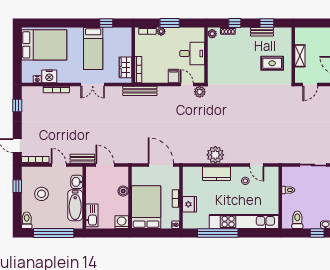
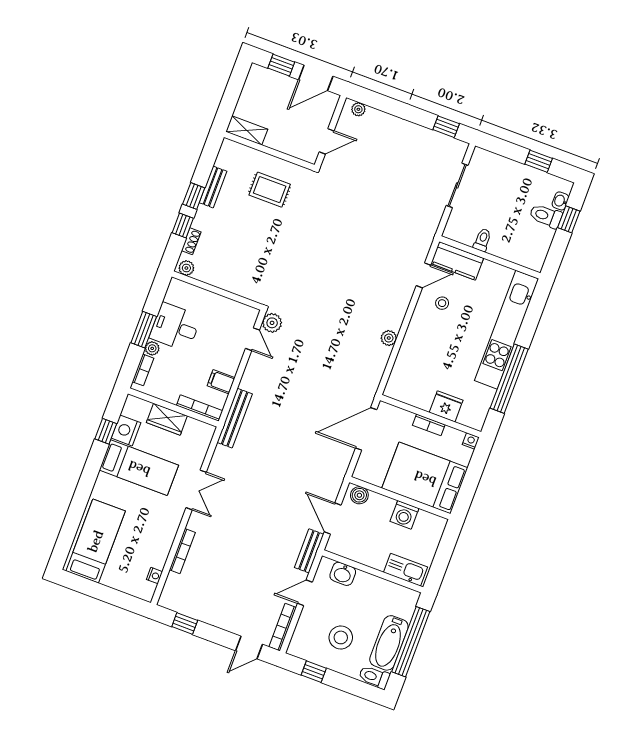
window: (267, 23) -> (194, 196), moved
bed: (44, 45) -> (96, 541), width x0.67
desk: (192, 54) -> (175, 327), moved, turned -90
shelving: (300, 56) -> (247, 130), moved
rug: (272, 63) -> (270, 190), turned 90
wardrobe: (125, 67) -> (167, 419), moved
nightstand: (49, 76) -> (126, 430), moved, turned 180
filing cabinet: (174, 76) -> (221, 382), moved
door: (187, 84) -> (253, 339), swing flipped
door: (310, 84) -> (327, 141), hinge flipped
plant: (215, 155) -> (389, 338), width x0.53, depth x0.53
door: (105, 165) -> (333, 519), hinge flipped
kitchen counter: (217, 174) -> (457, 261), moved, turned 90
boiler: (123, 191) -> (359, 495), moved
bathtub: (75, 205) -> (389, 643), moved, turned 90
toilet: (297, 220) -> (546, 216), moved
washing machine: (122, 222) -> (404, 515), moved, turned -90

